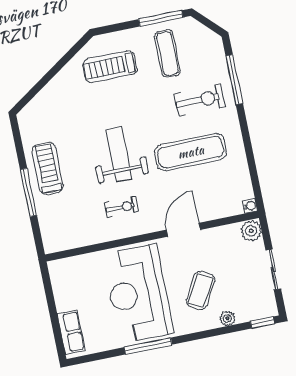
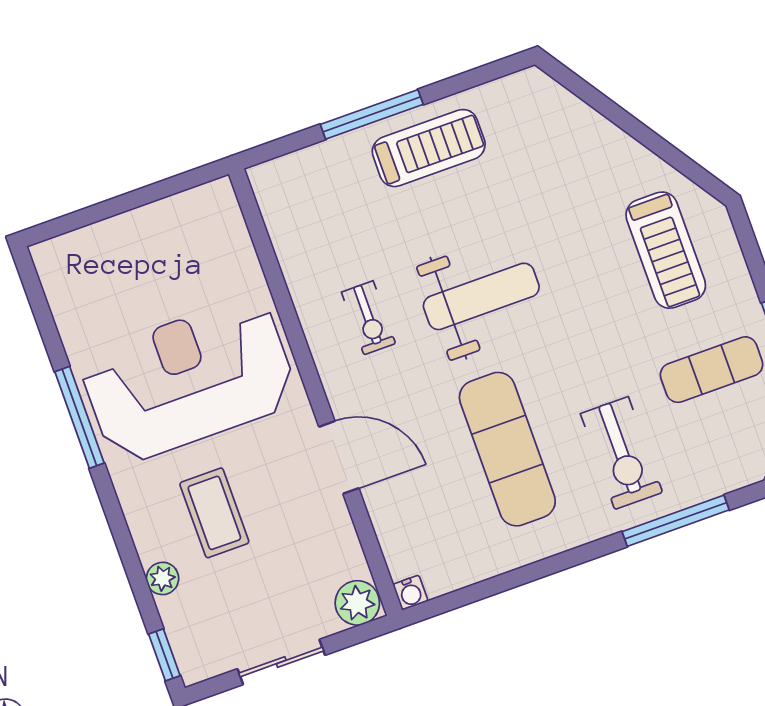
treadmill: (110, 67) -> (666, 250), turned 180
coffee table: (201, 290) -> (214, 513), turned 60
row of seats: (71, 332) -> (85, 248), removed

